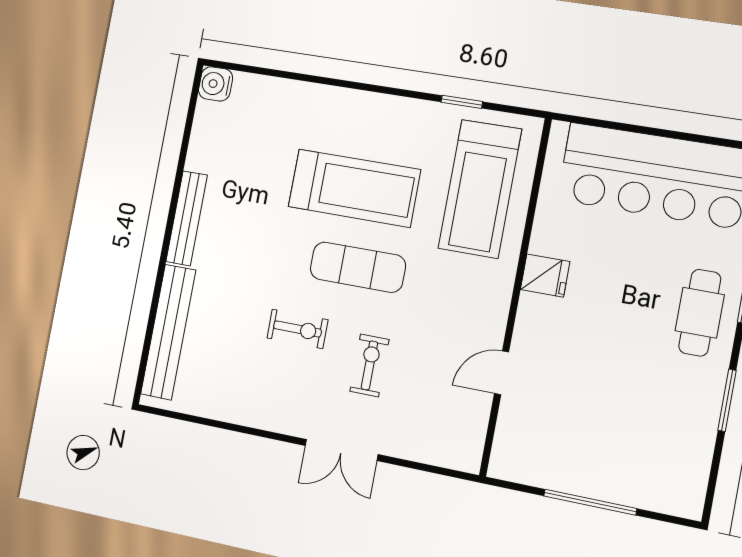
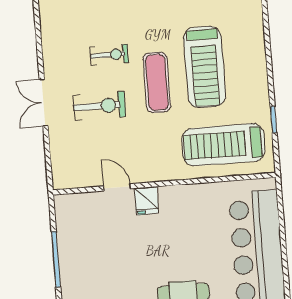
fridge: (545, 276) -> (146, 201), moved
exercise bike: (297, 329) -> (109, 55), turned -90
exercise bike: (369, 365) -> (99, 106), width x1.38, depth x1.39

